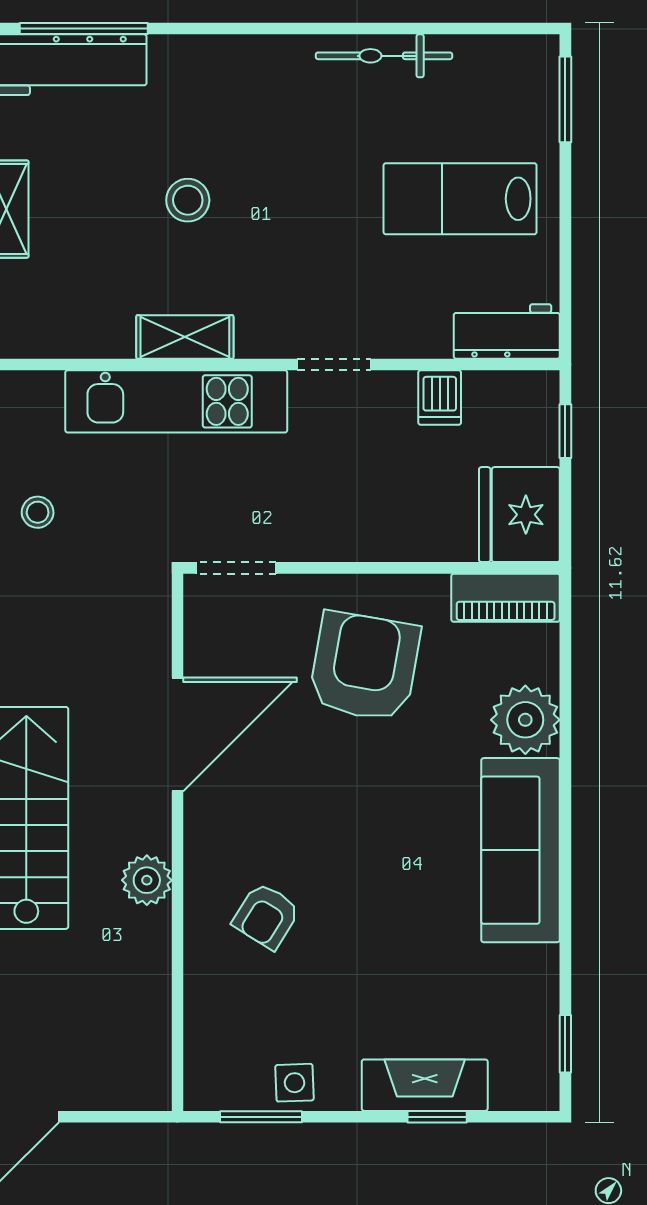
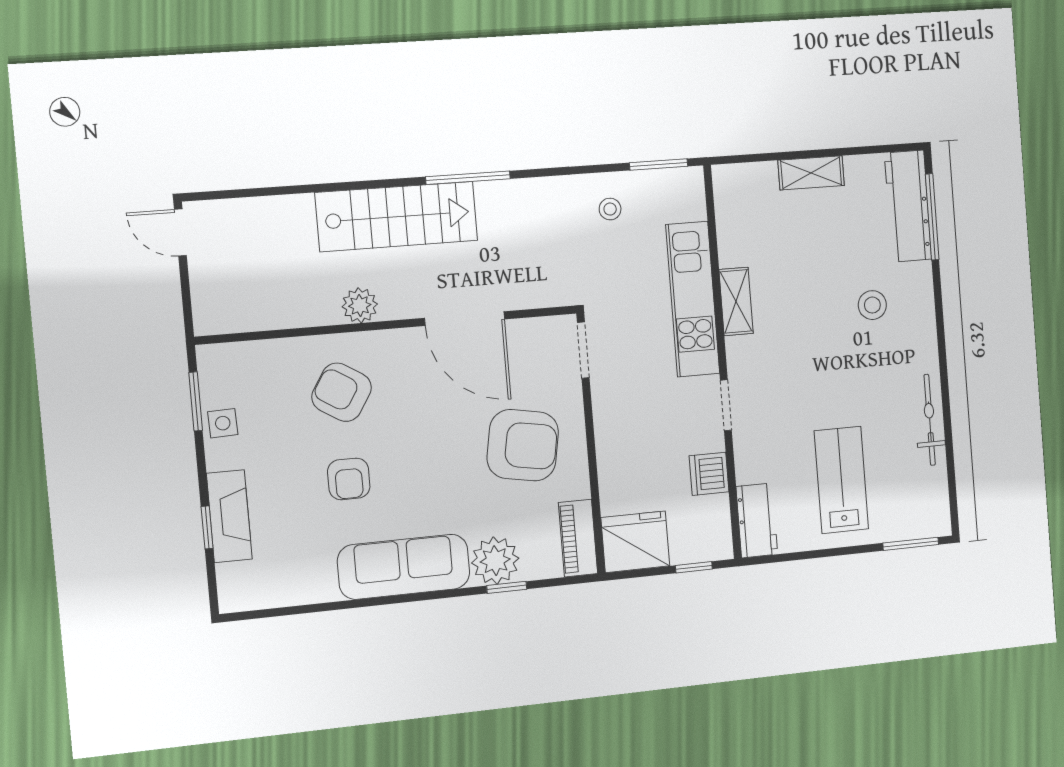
stool: (188, 200) -> (872, 305), moved
dishwasher: (440, 398) -> (709, 474), width x1.38
armchair: (266, 916) -> (342, 392), width x1.38, depth x1.38
armchair: (389, 916) -> (349, 479), added
window: (565, 1044) -> (507, 587), moved

